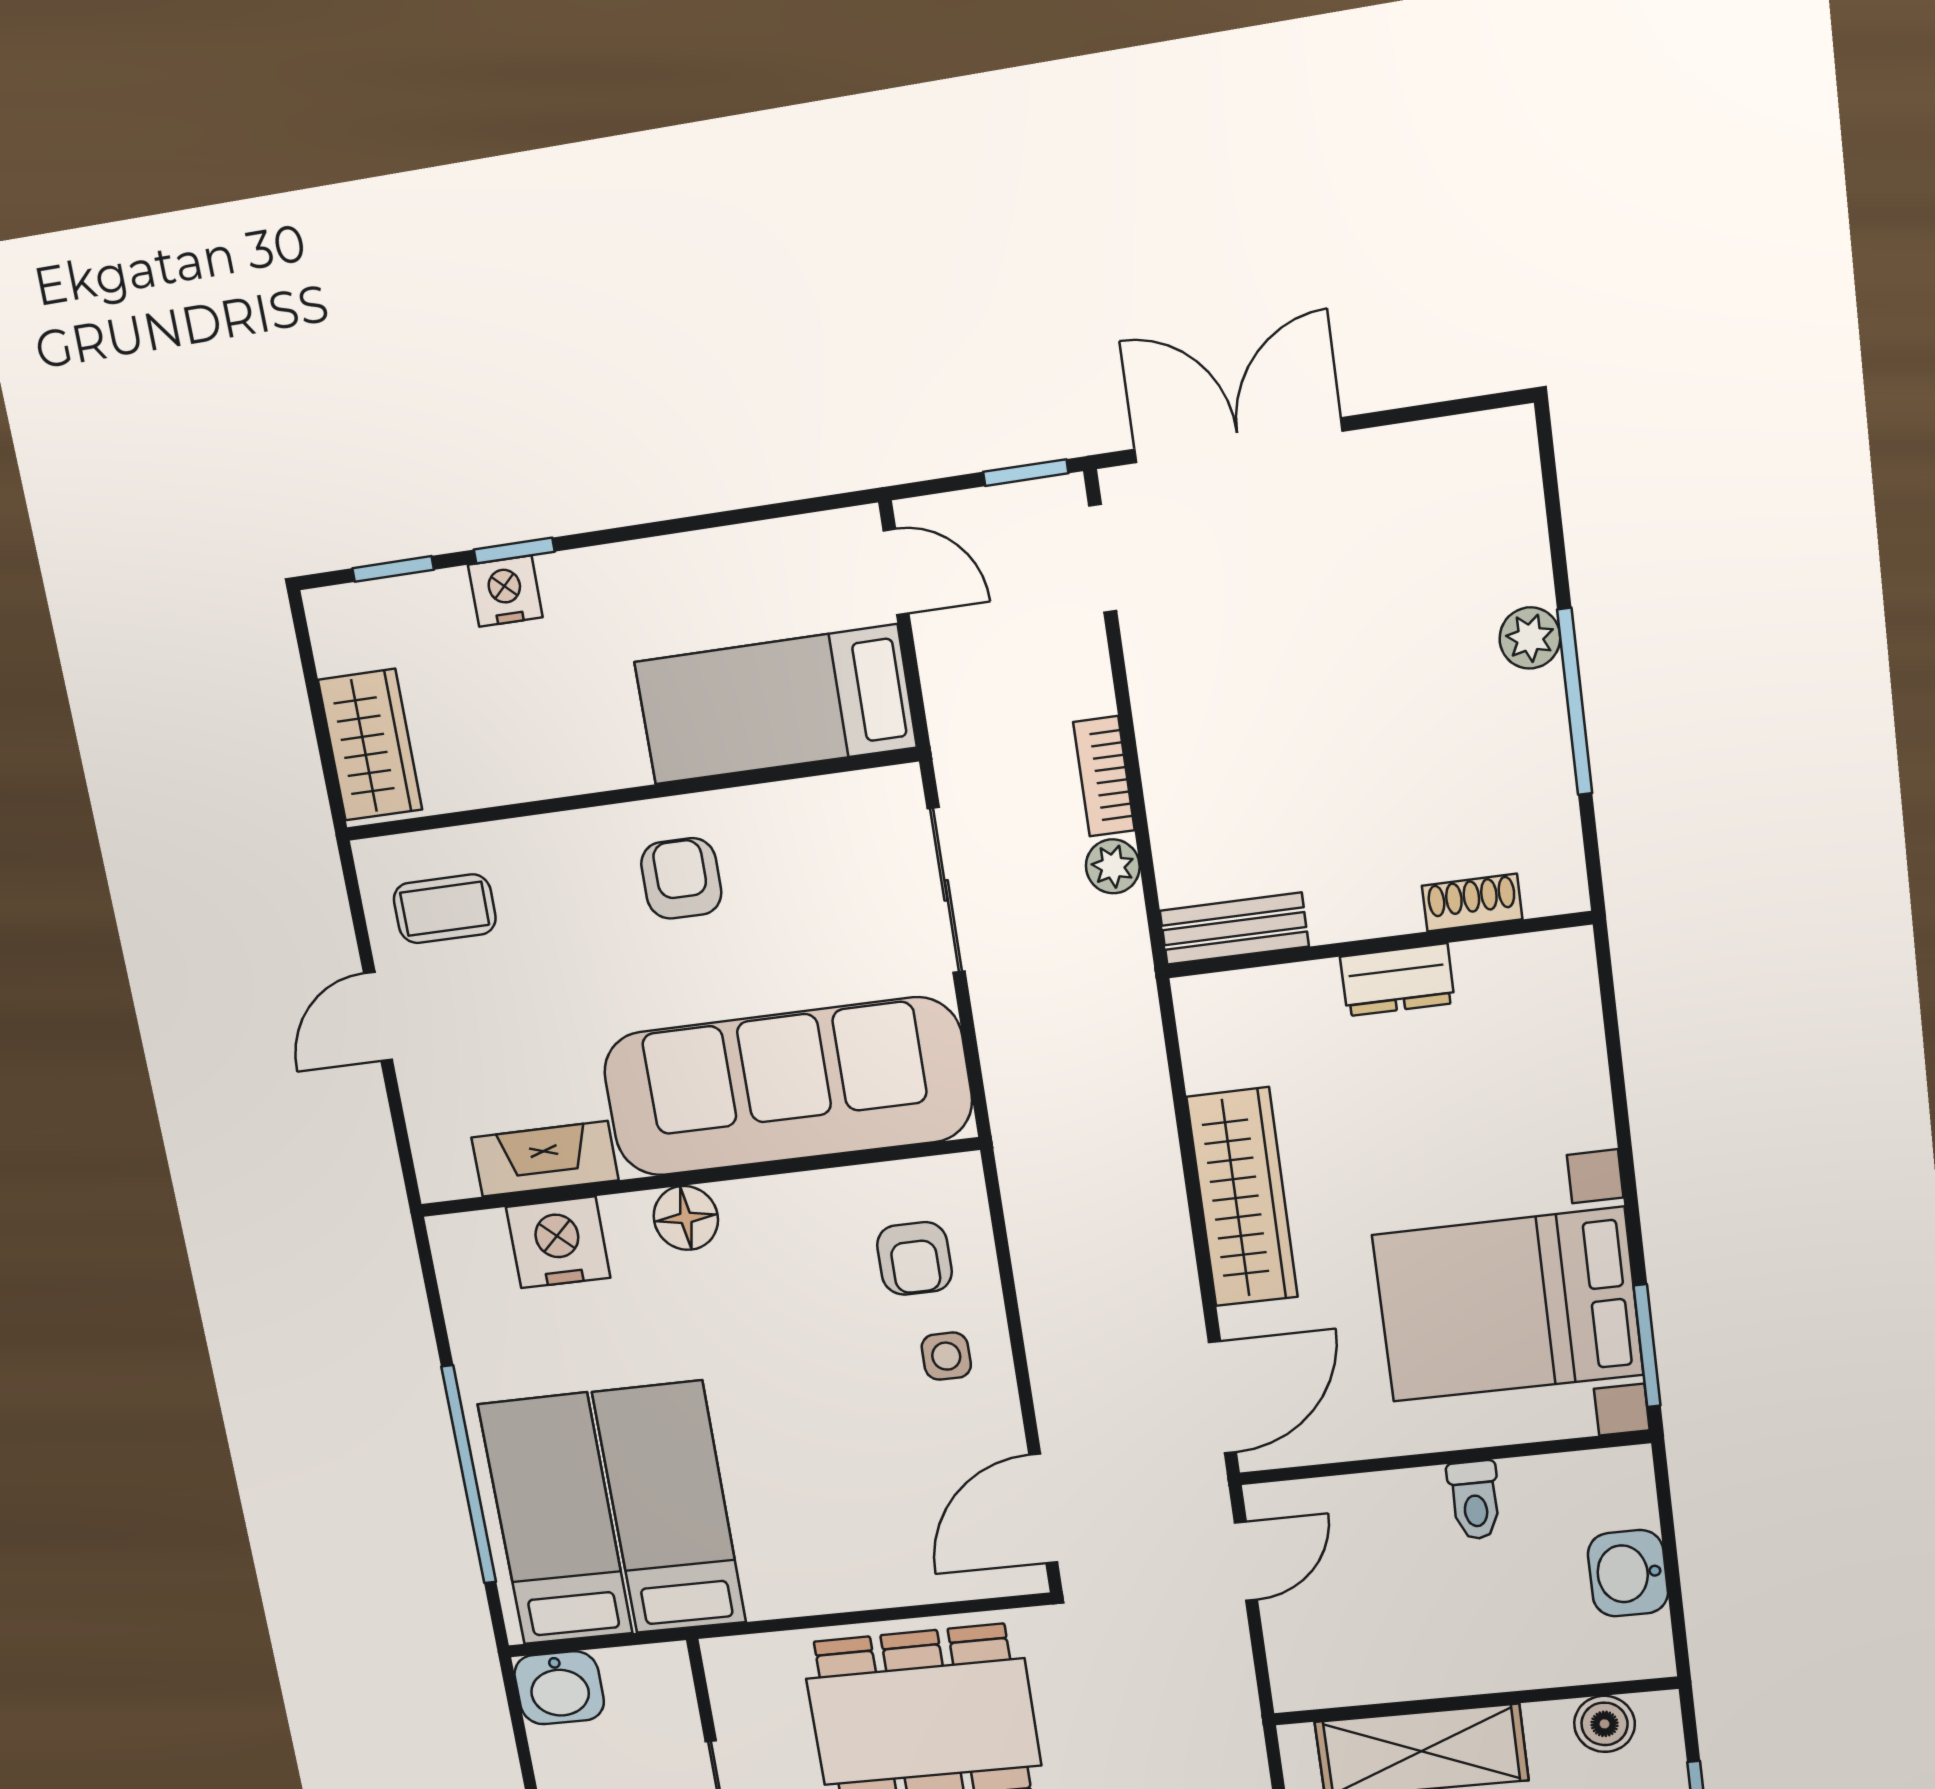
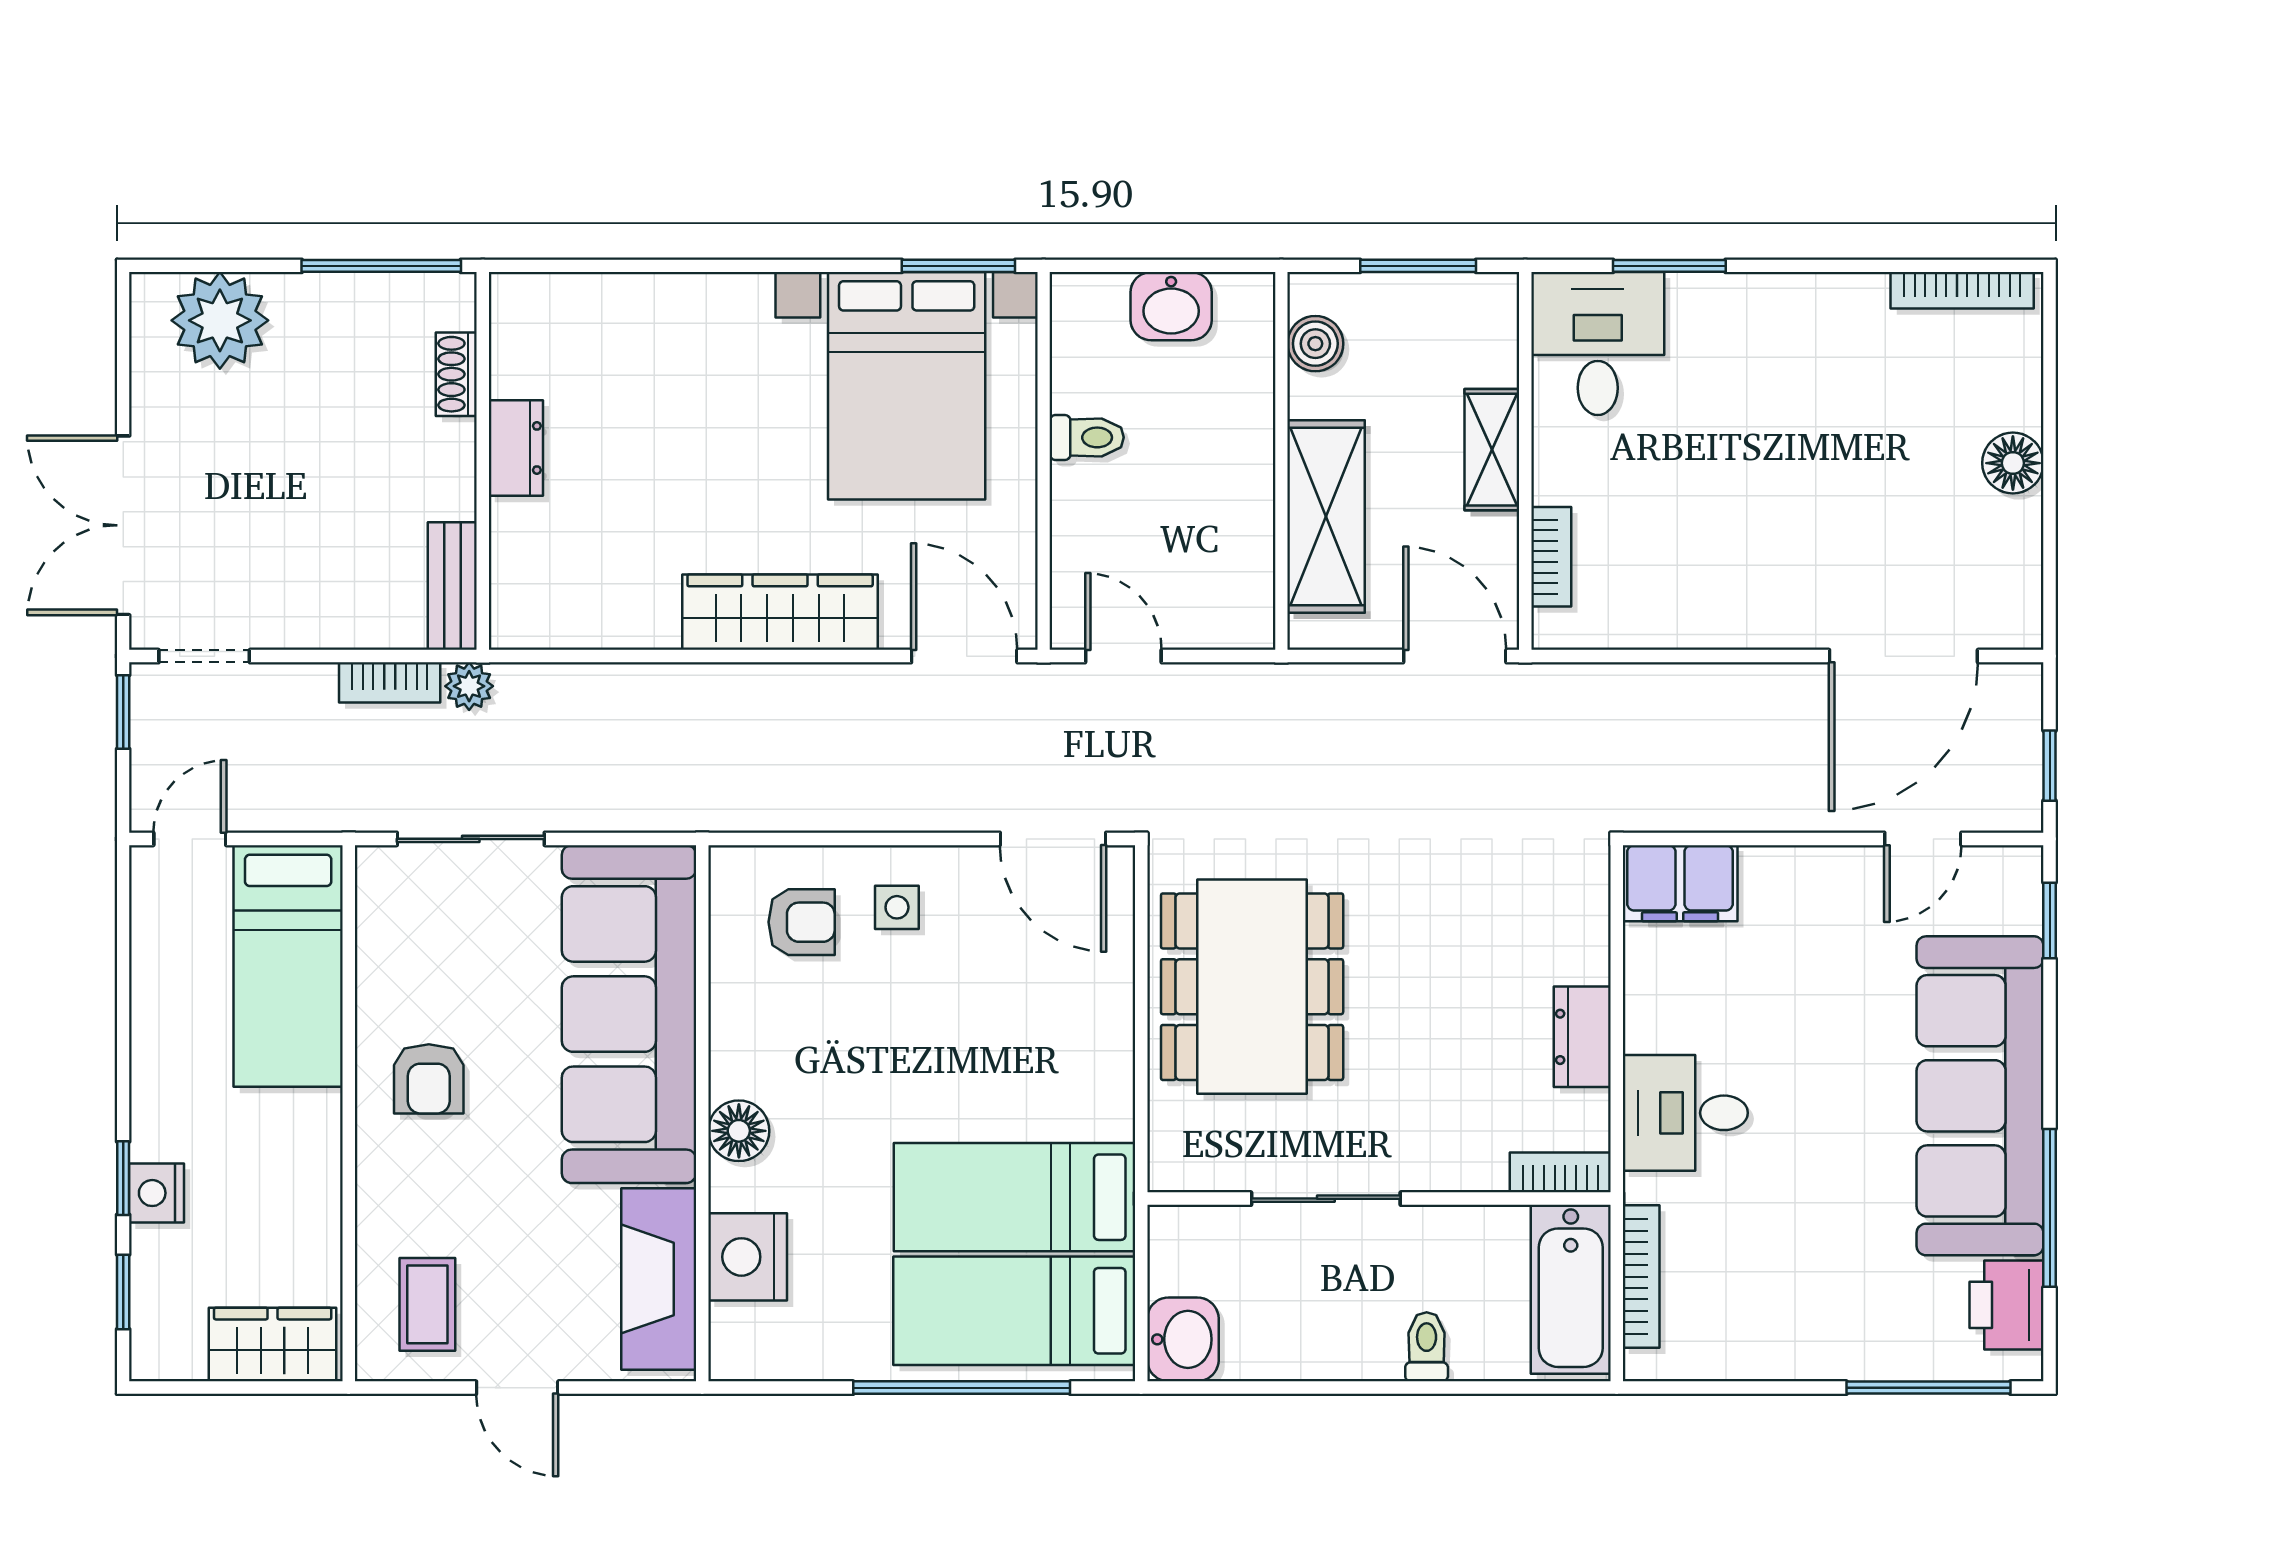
plant: (1530, 638) -> (220, 320), moved, width x1.88, depth x1.88
armchair: (681, 878) -> (429, 1079), turned -90
shoe rack: (1472, 903) -> (456, 374), moved
bench: (1234, 929) -> (452, 586), moved
wall: (1378, 945) -> (483, 461), moved
dresser: (1397, 980) -> (516, 448), moved
fireplace: (545, 1159) -> (659, 1279), width x1.37, depth x1.32

